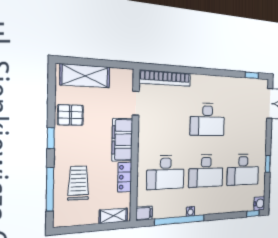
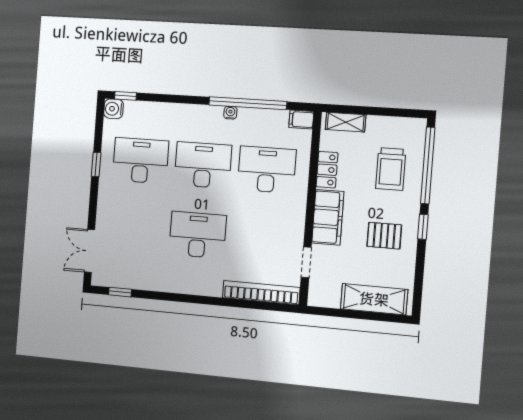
pallet: (70, 115) -> (384, 236), moved
window: (50, 189) -> (428, 165), width x1.46

